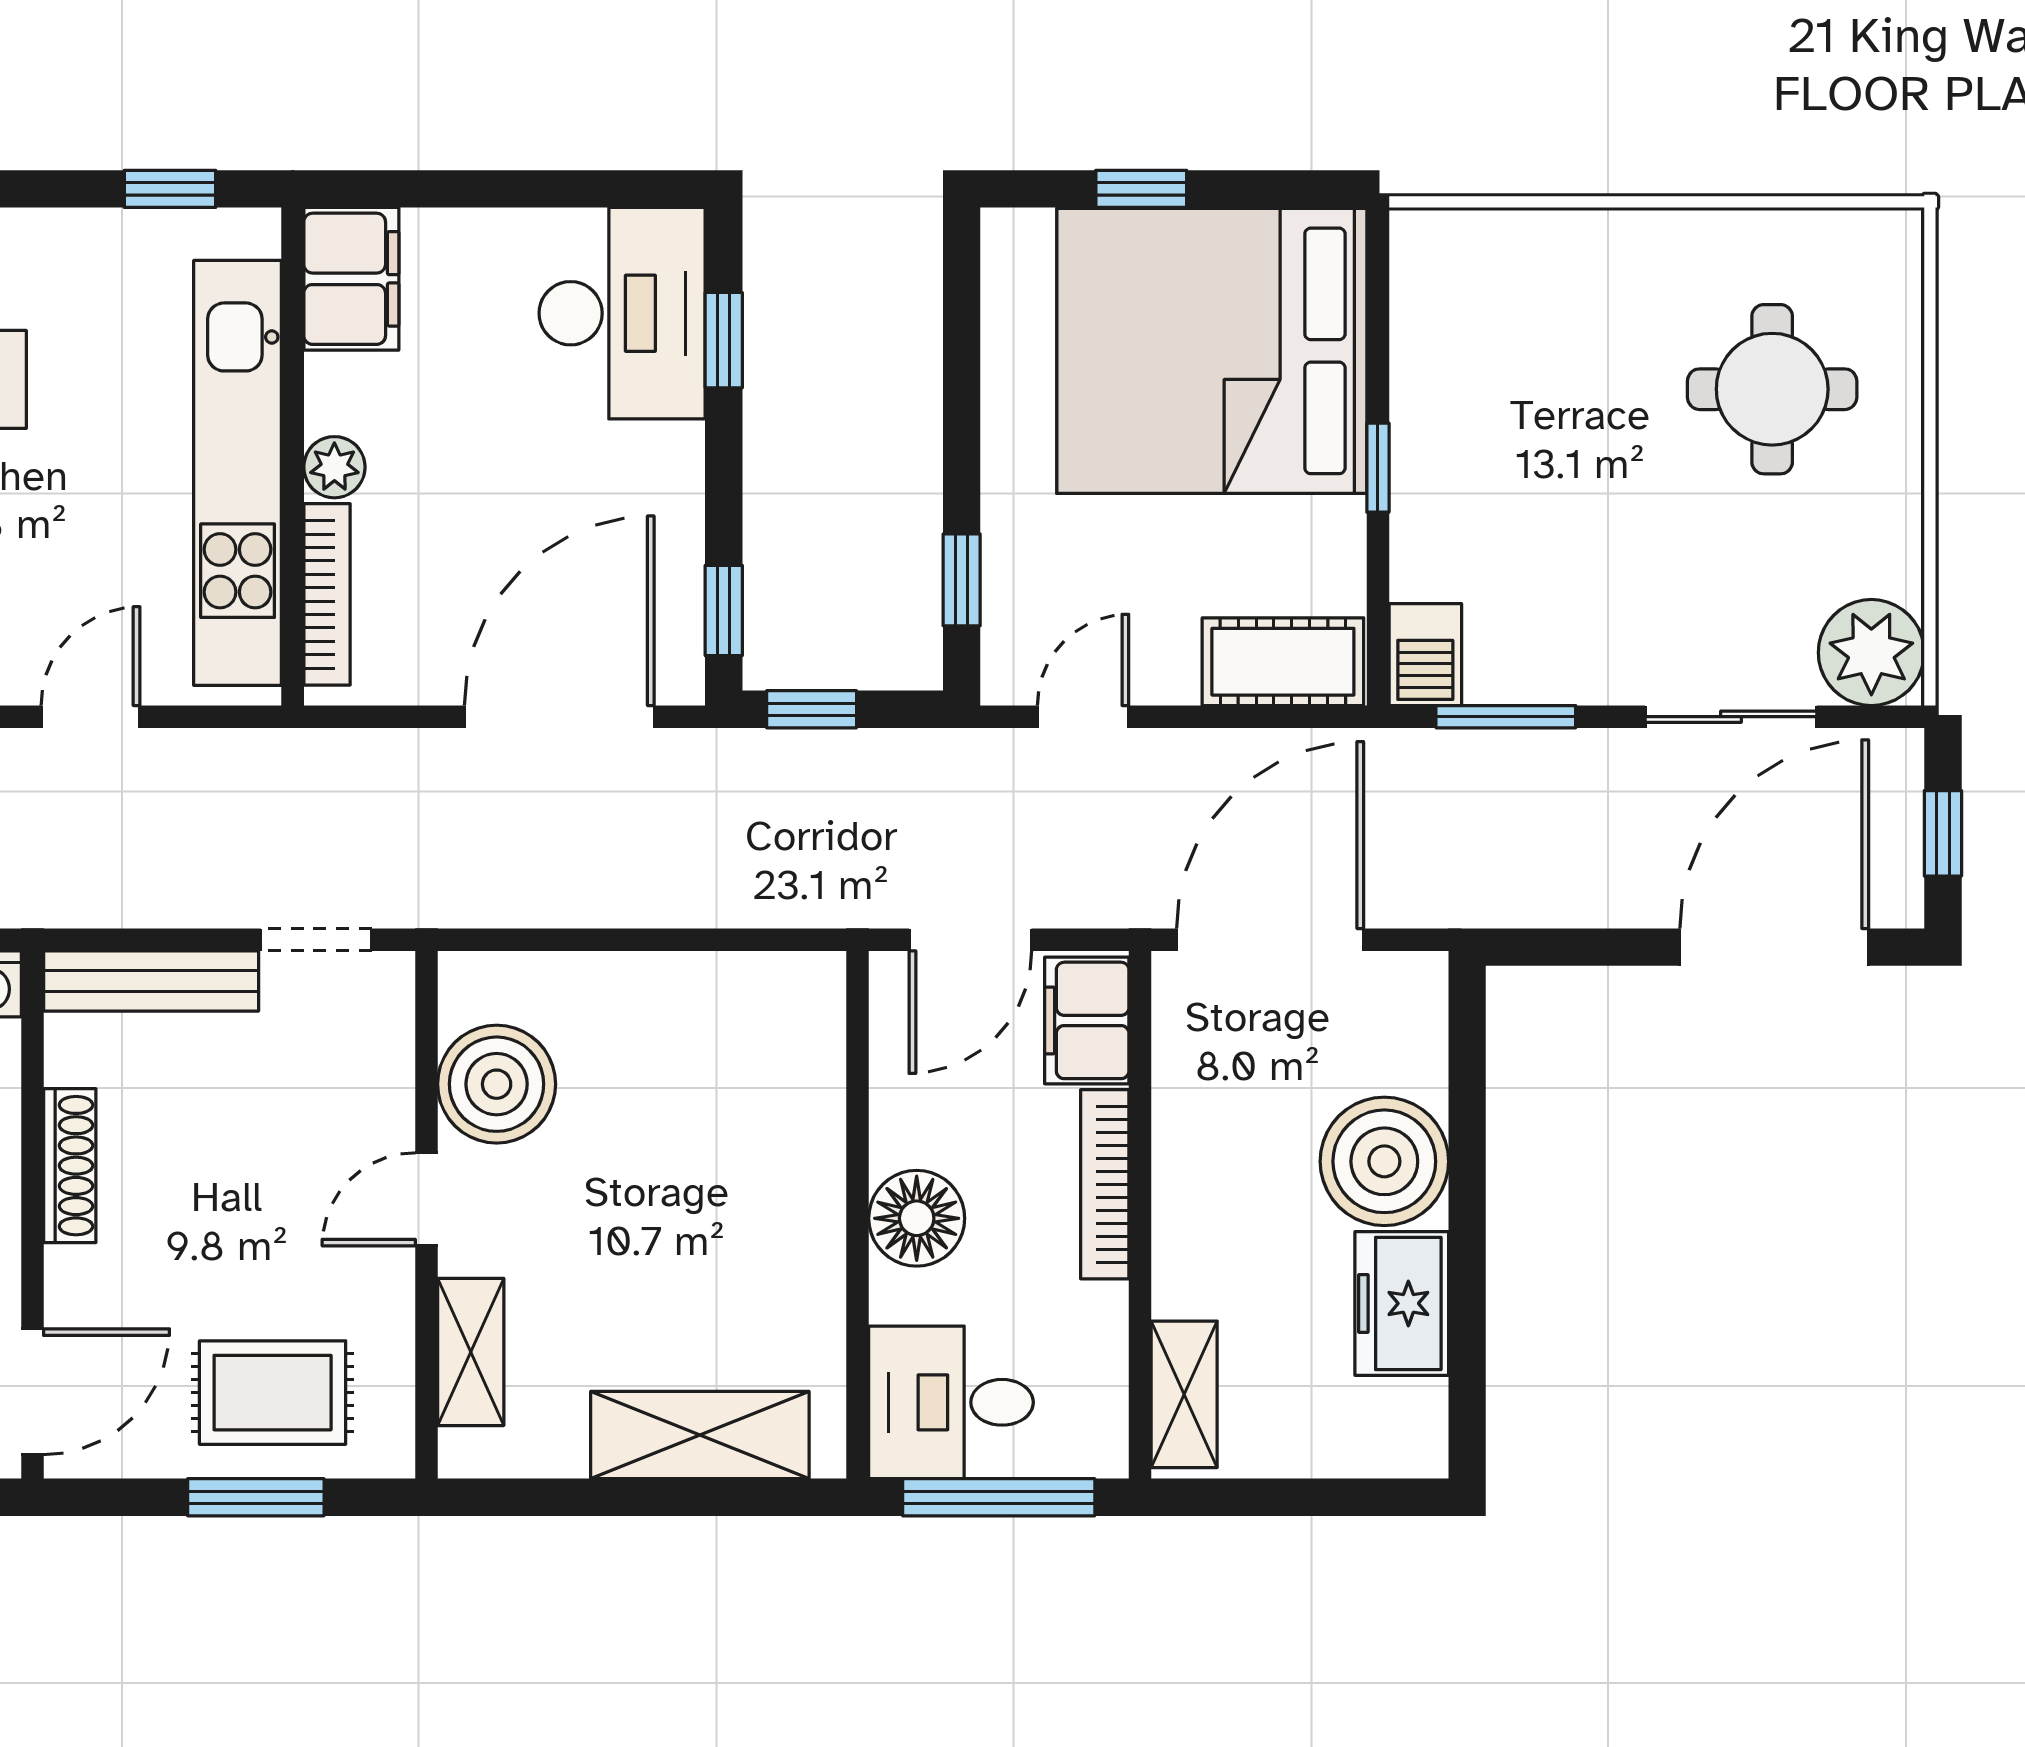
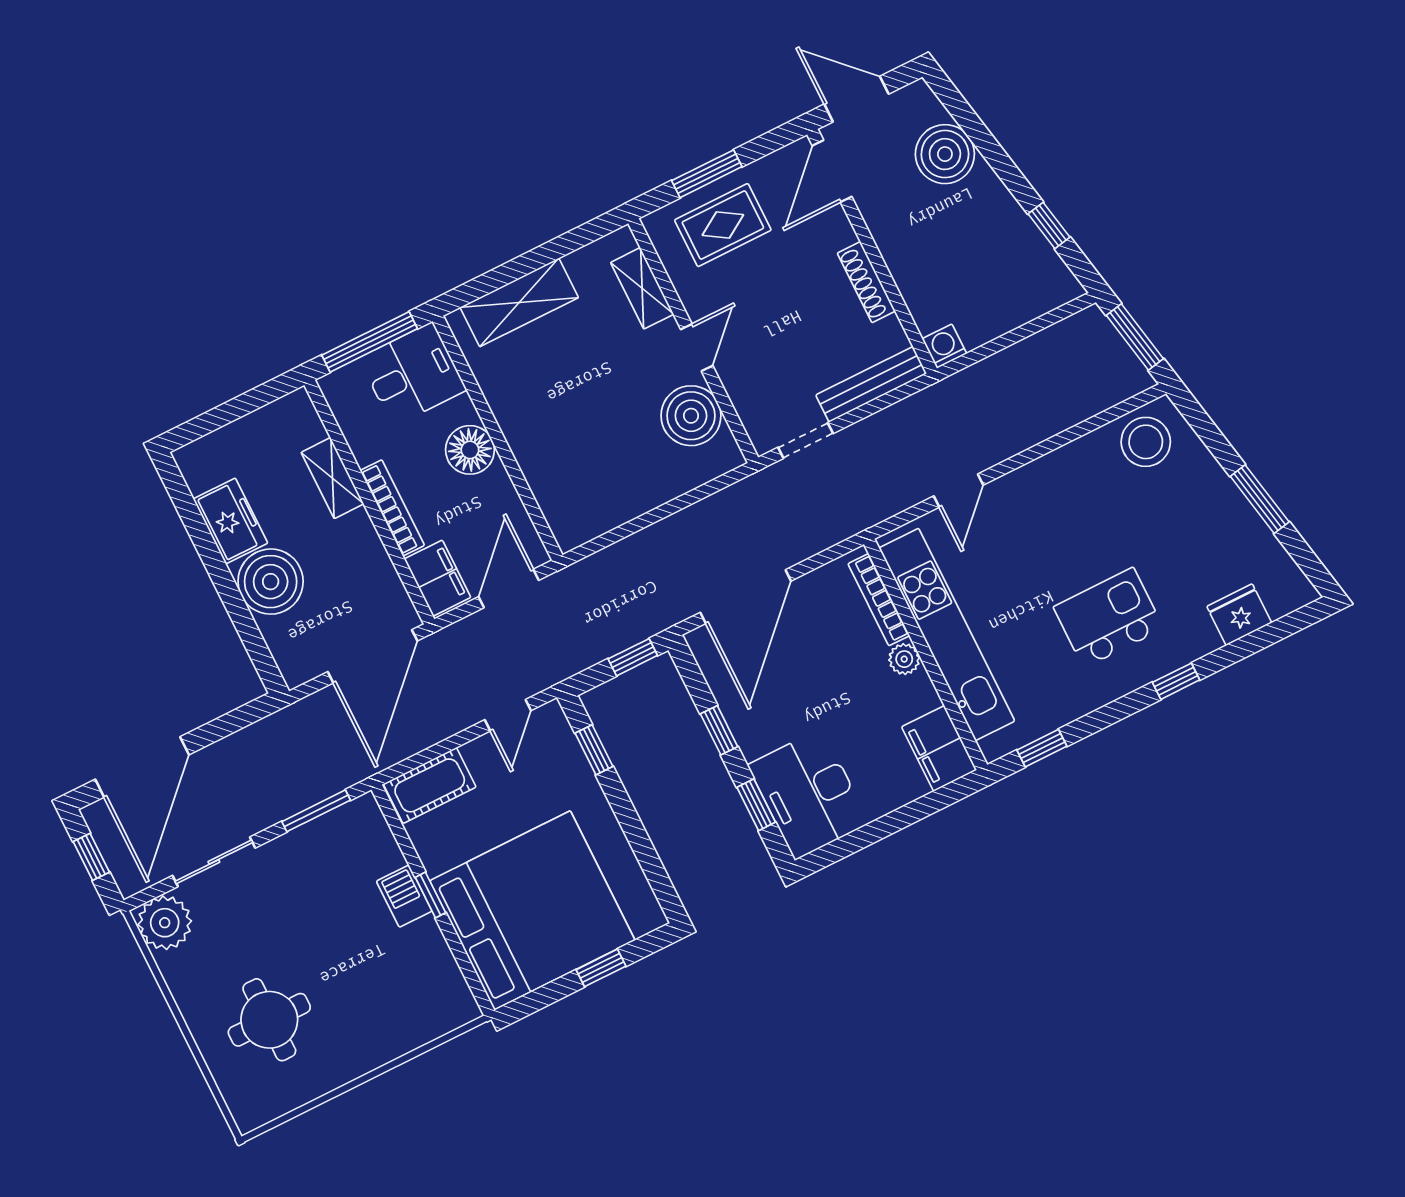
window: (724, 610) -> (719, 730), moved
barbecue: (1425, 655) -> (404, 896), moved
shelving: (1184, 1394) -> (332, 478), moved

